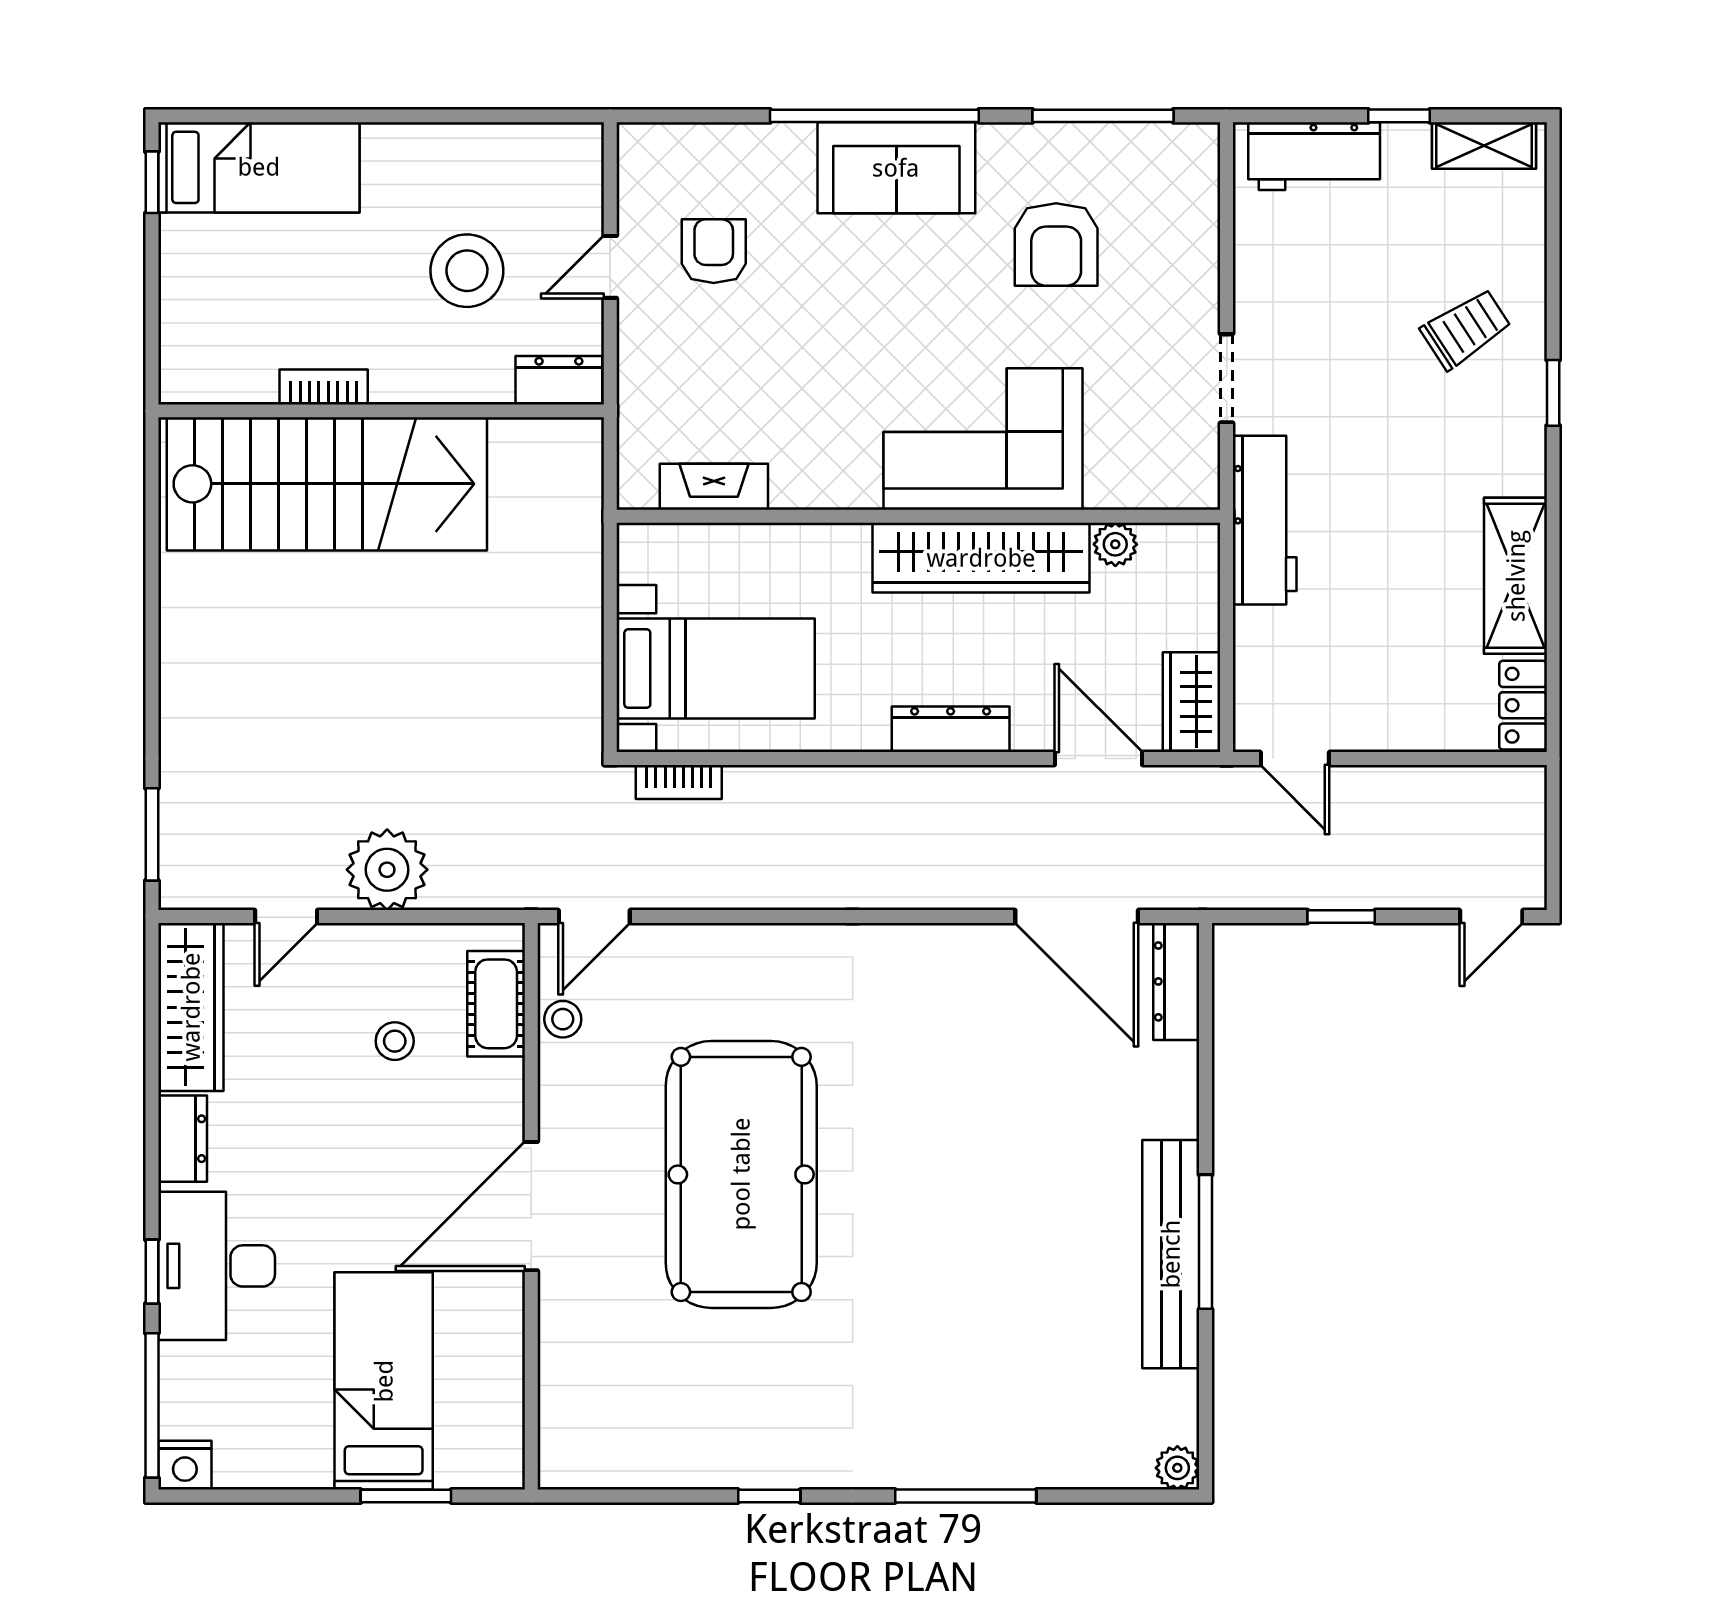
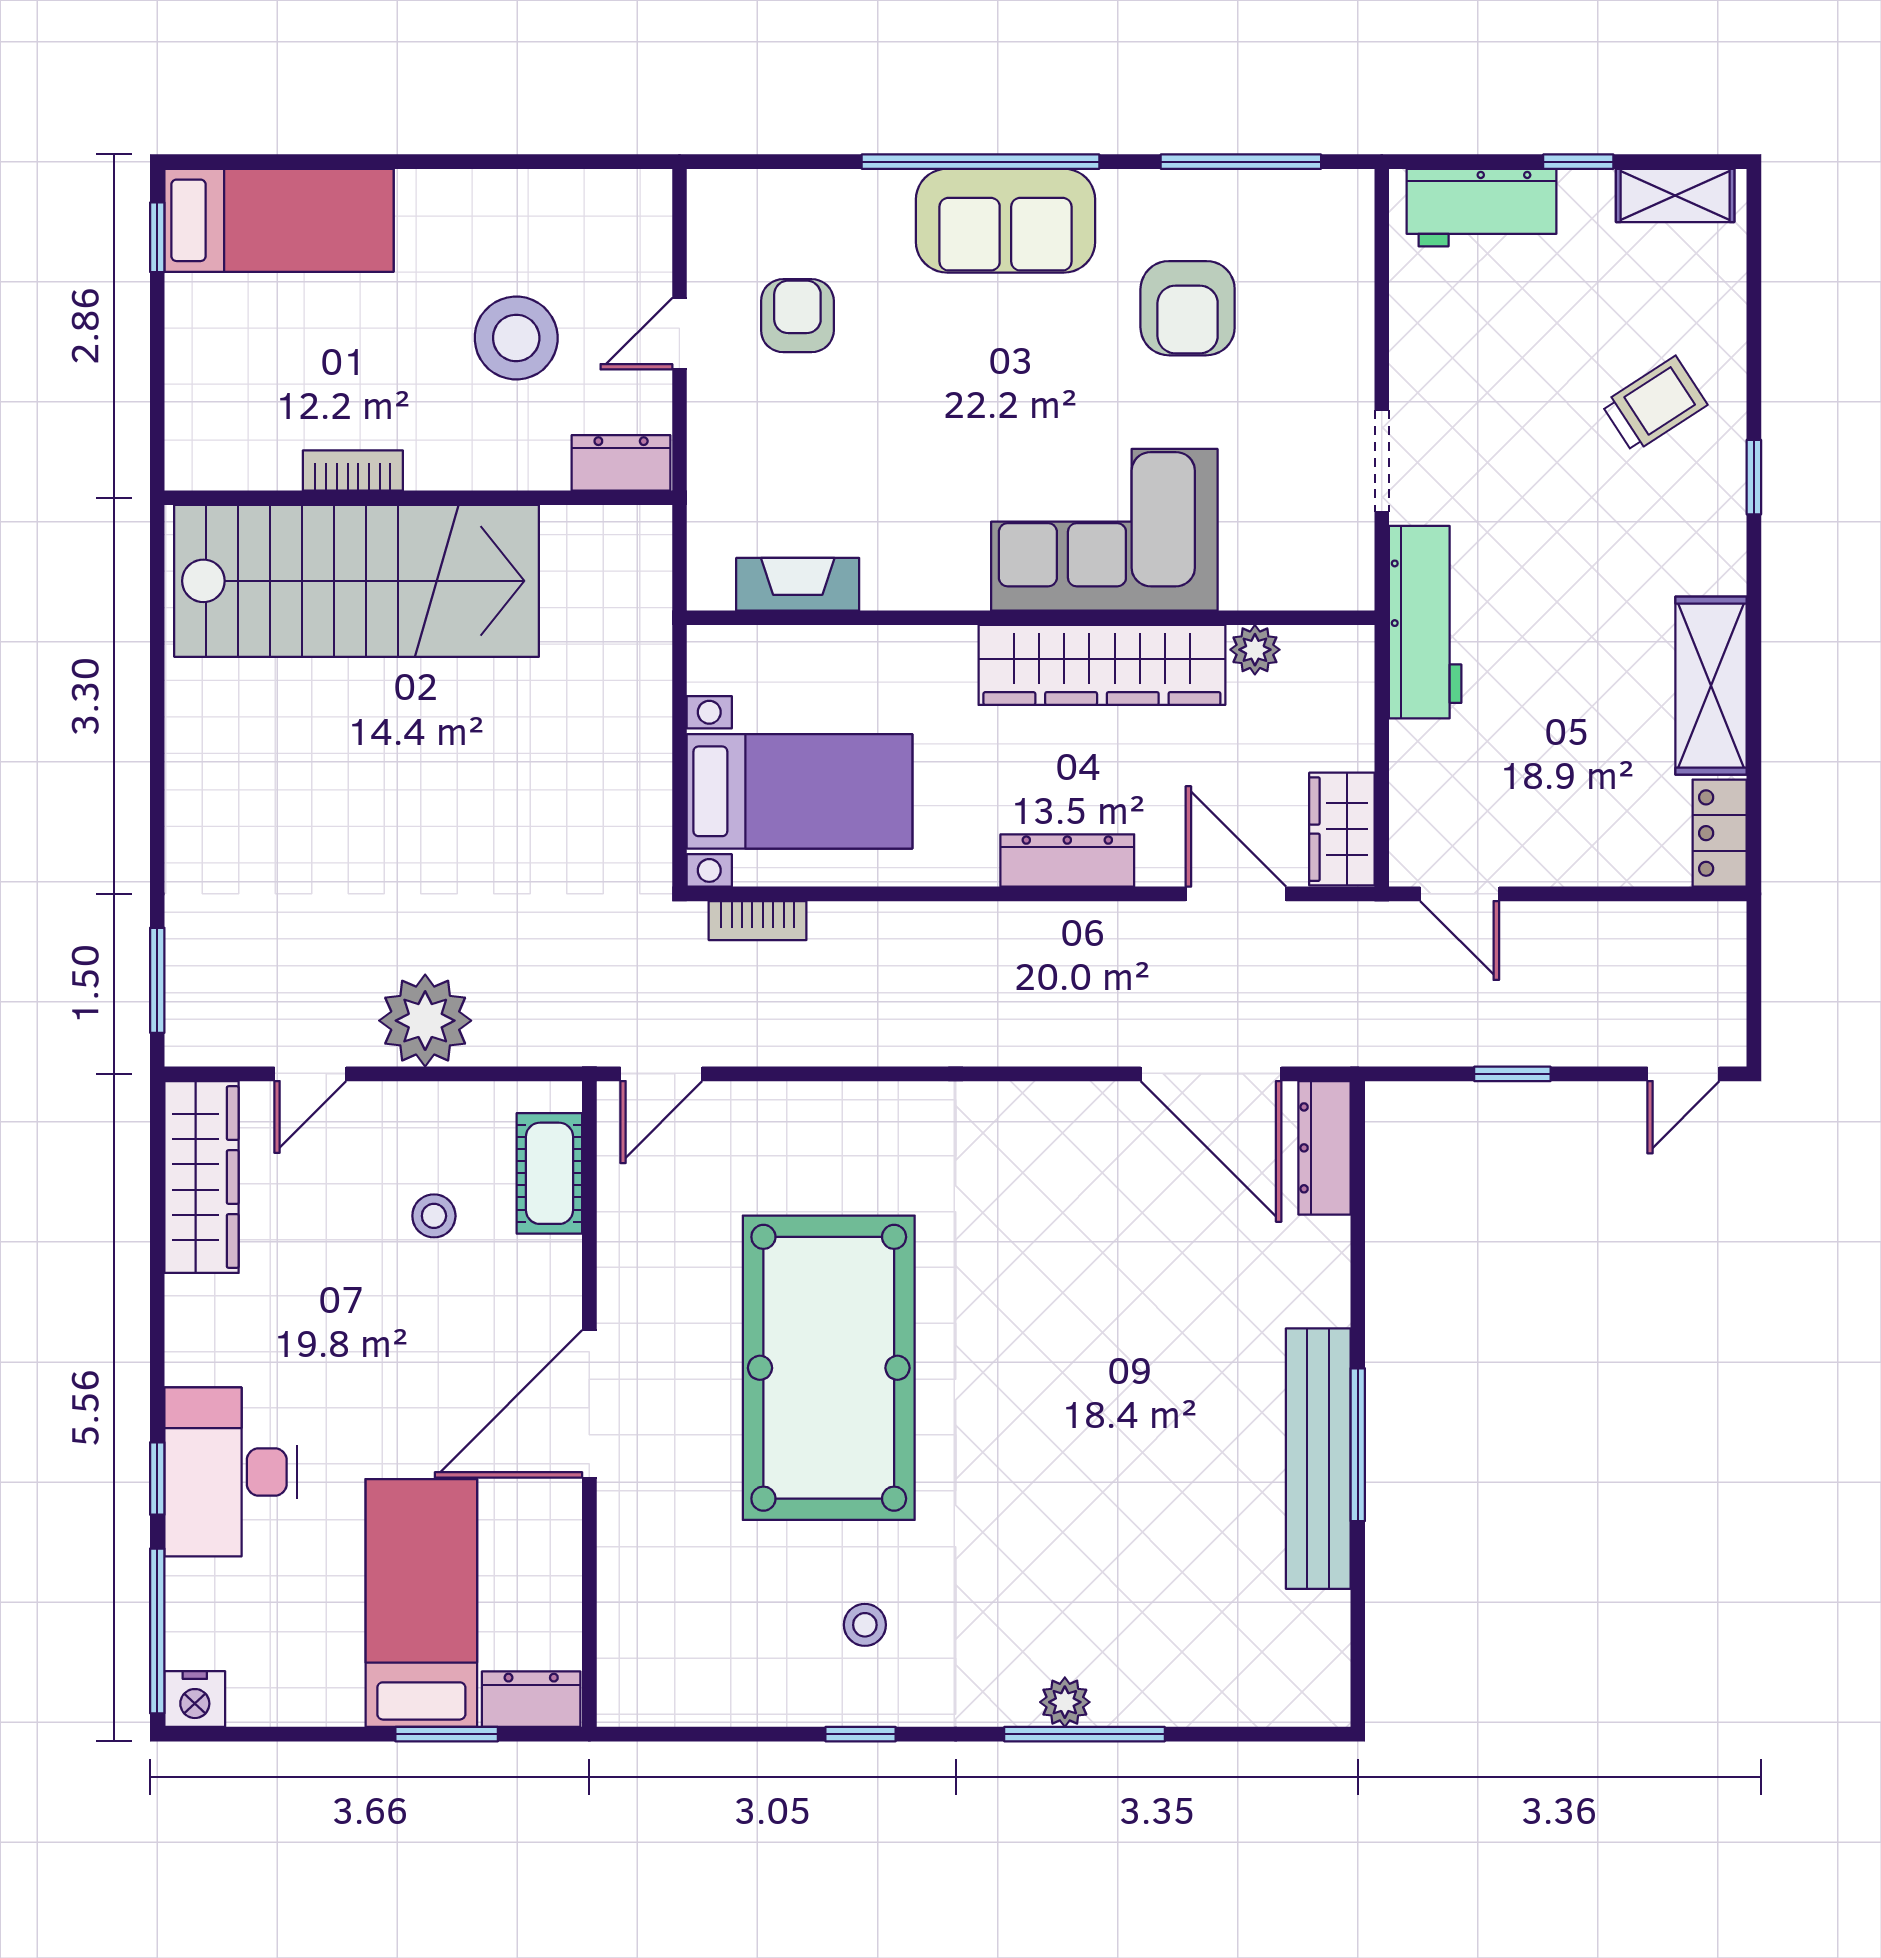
stool: (563, 1019) -> (865, 1625), moved
dresser: (183, 1139) -> (531, 1699), moved, turned -90
plant: (1177, 1468) -> (1065, 1702), moved

